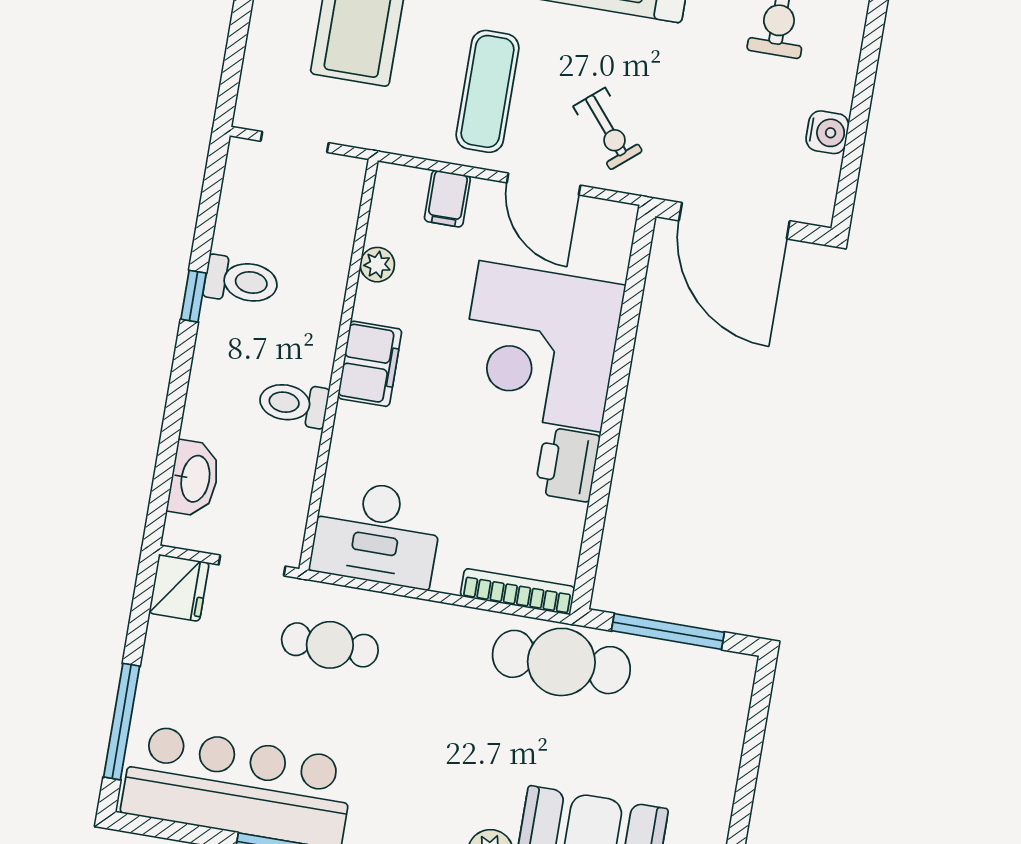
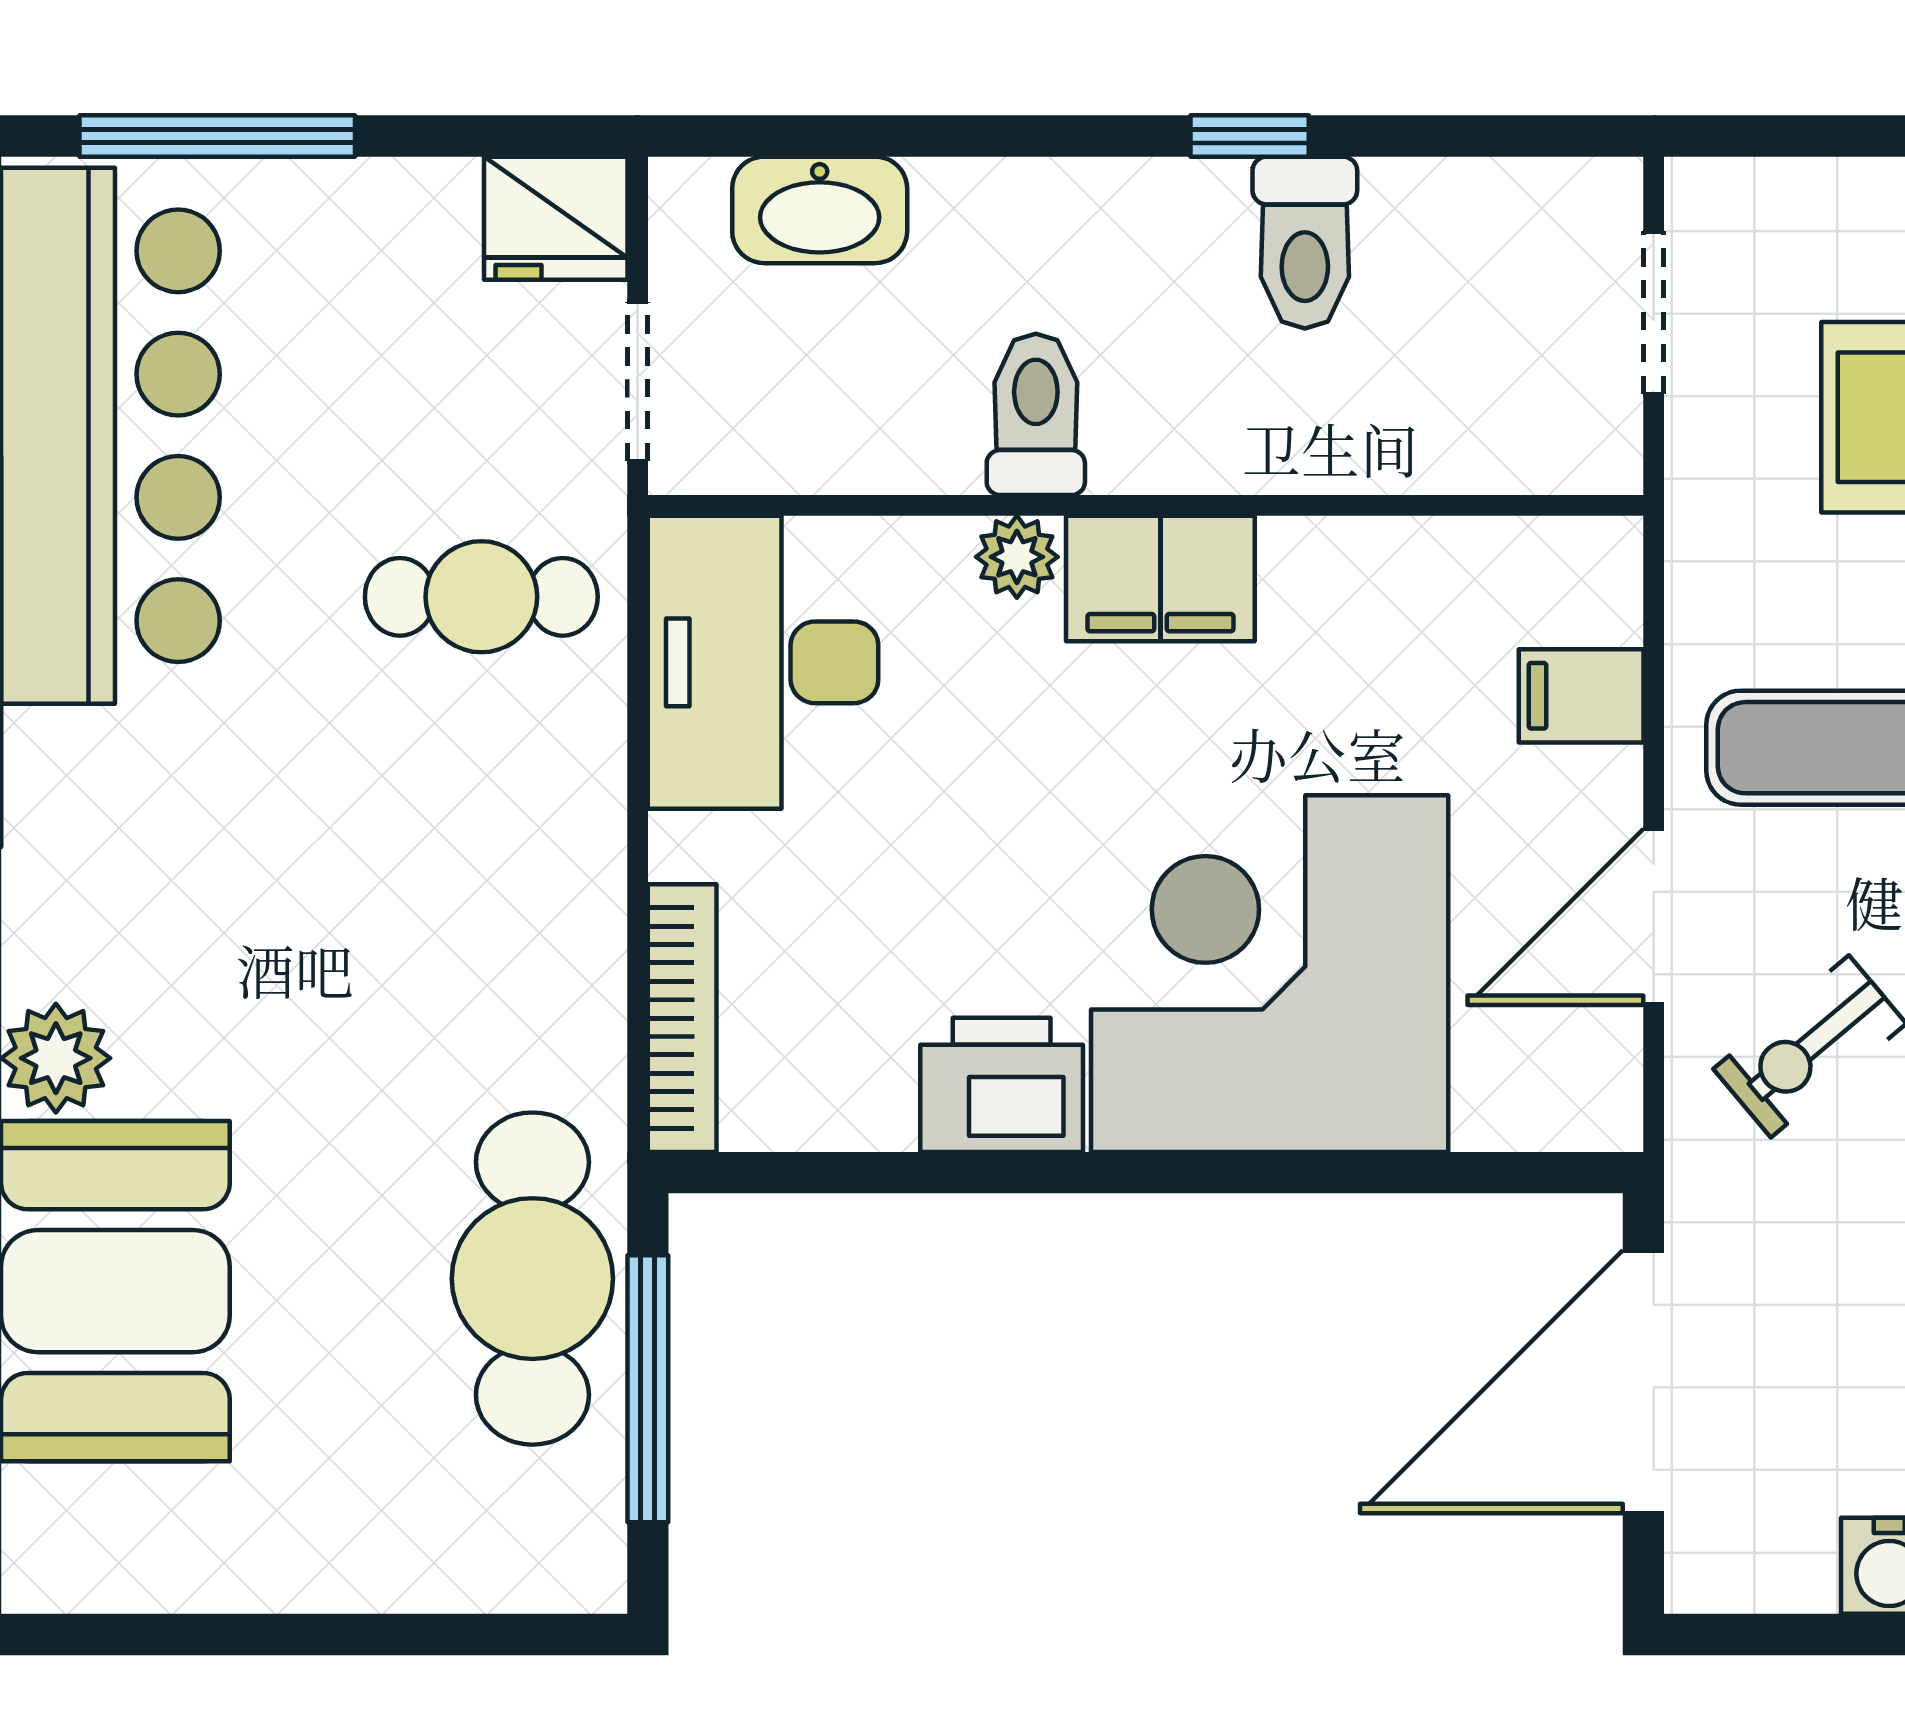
plant: (377, 265) -> (1017, 557), moved
cafe table: (330, 645) -> (481, 597), turned 90
cafe table: (561, 662) -> (532, 1279), moved

